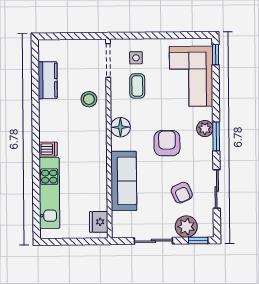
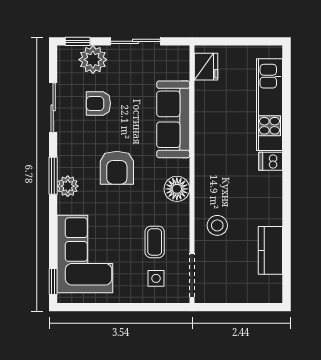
armchair: (182, 193) -> (98, 103), turned -66

